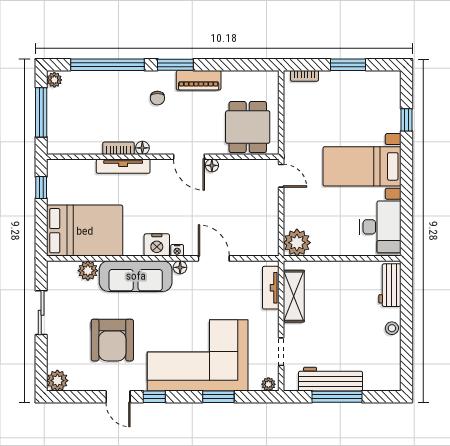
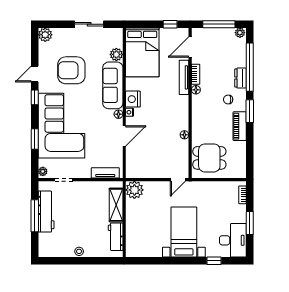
dresser: (124, 79) -> (240, 78), added
door: (189, 157) -> (190, 47), moved
desk: (380, 227) -> (233, 240), moved, turned -90
workbench: (390, 285) -> (116, 237), moved, turned -90
shelving: (294, 296) -> (116, 205), moved, turned 90

